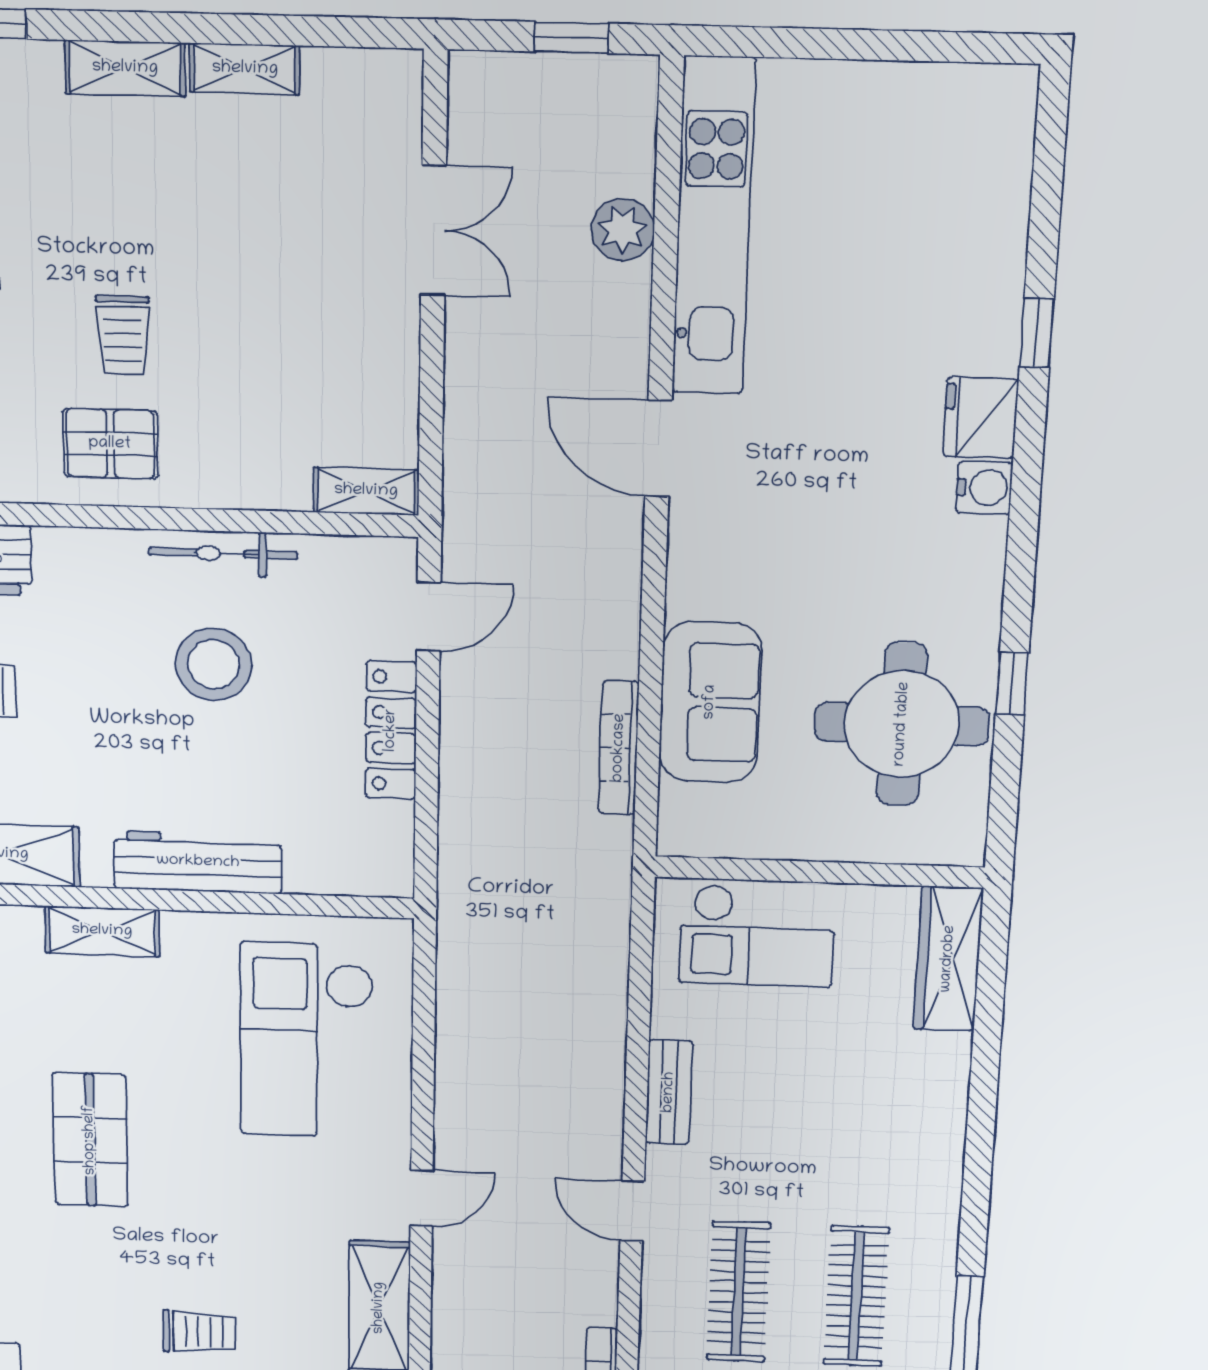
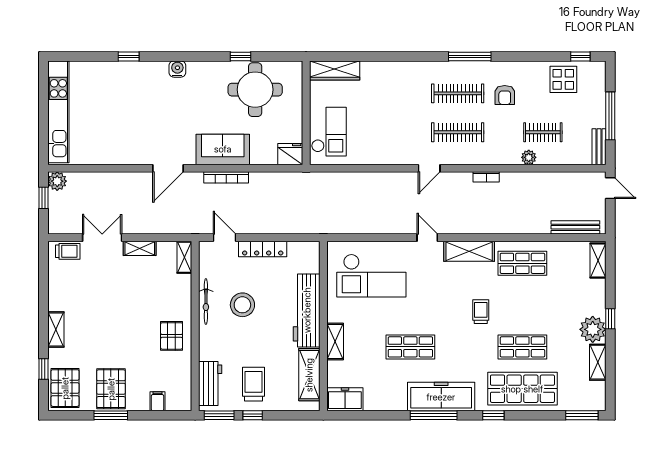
shelving: (245, 69) -> (140, 248), moved, turned 90
kitchen unit: (713, 227) -> (58, 112), moved, turned 90
plant: (623, 230) -> (57, 181), moved
trolley: (123, 335) -> (68, 251), moved
fridge: (981, 418) -> (290, 154), moved, turned 180
sofa: (710, 702) -> (223, 149), moved
bookcase: (619, 748) -> (226, 177), moved
workbench: (198, 862) -> (307, 310), width x1.36, depth x1.32
bench: (669, 1092) -> (385, 158), removed

